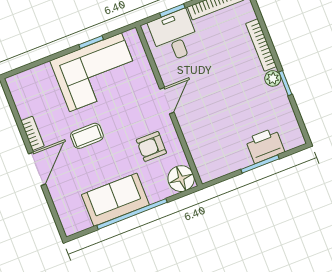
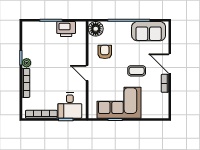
door: (167, 101) -> (87, 73), hinge flipped
printer: (265, 145) -> (66, 29), moved
armchair: (151, 146) -> (105, 52), turned -90
door: (37, 169) -> (170, 64), hinge flipped
sofa: (115, 200) -> (149, 31), moved

